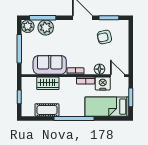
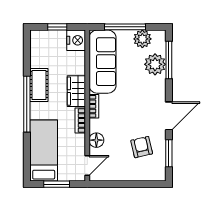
plant: (28, 26) -> (142, 39), moved
sofa: (50, 65) -> (102, 62), width x1.36
wardrobe: (48, 83) -> (76, 91), moved
nightstand: (103, 84) -> (76, 40), moved
cot: (47, 110) -> (39, 85), moved

